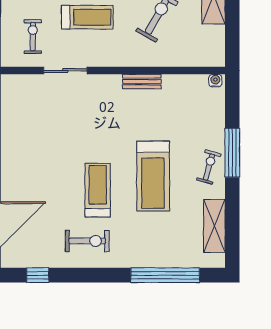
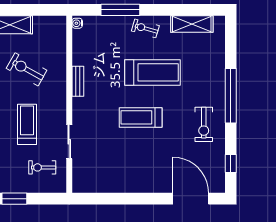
window: (232, 153) -> (120, 10), moved
treadmill: (98, 190) -> (141, 117), moved
exercise bike: (87, 241) -> (204, 124), turned 180
window: (165, 275) -> (231, 96), moved

